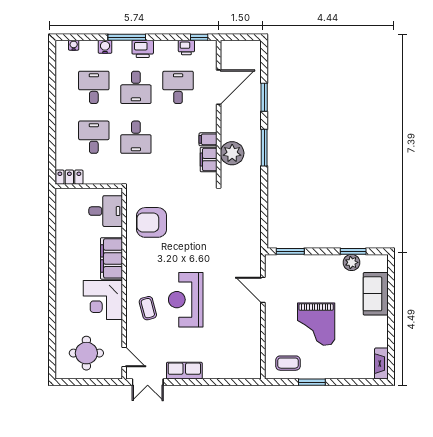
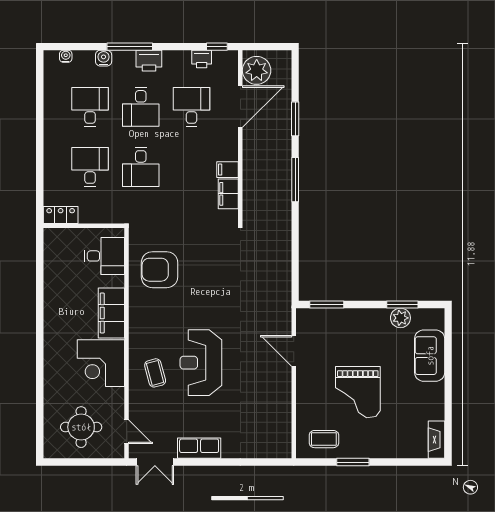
plant: (232, 153) -> (257, 70), moved

